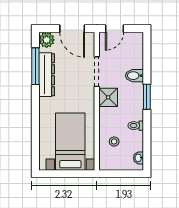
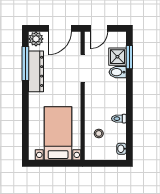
door: (72, 29) -> (60, 28), hinge flipped
shower: (108, 97) -> (117, 57), moved
window: (147, 97) -> (129, 57), moved

